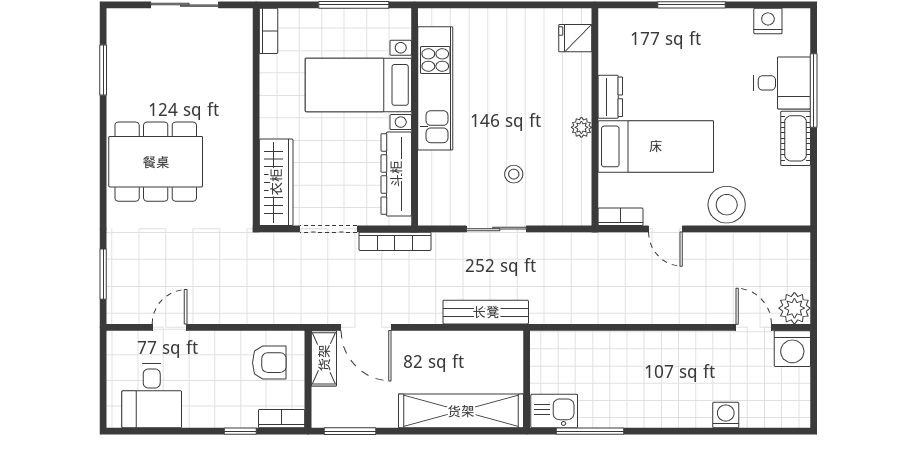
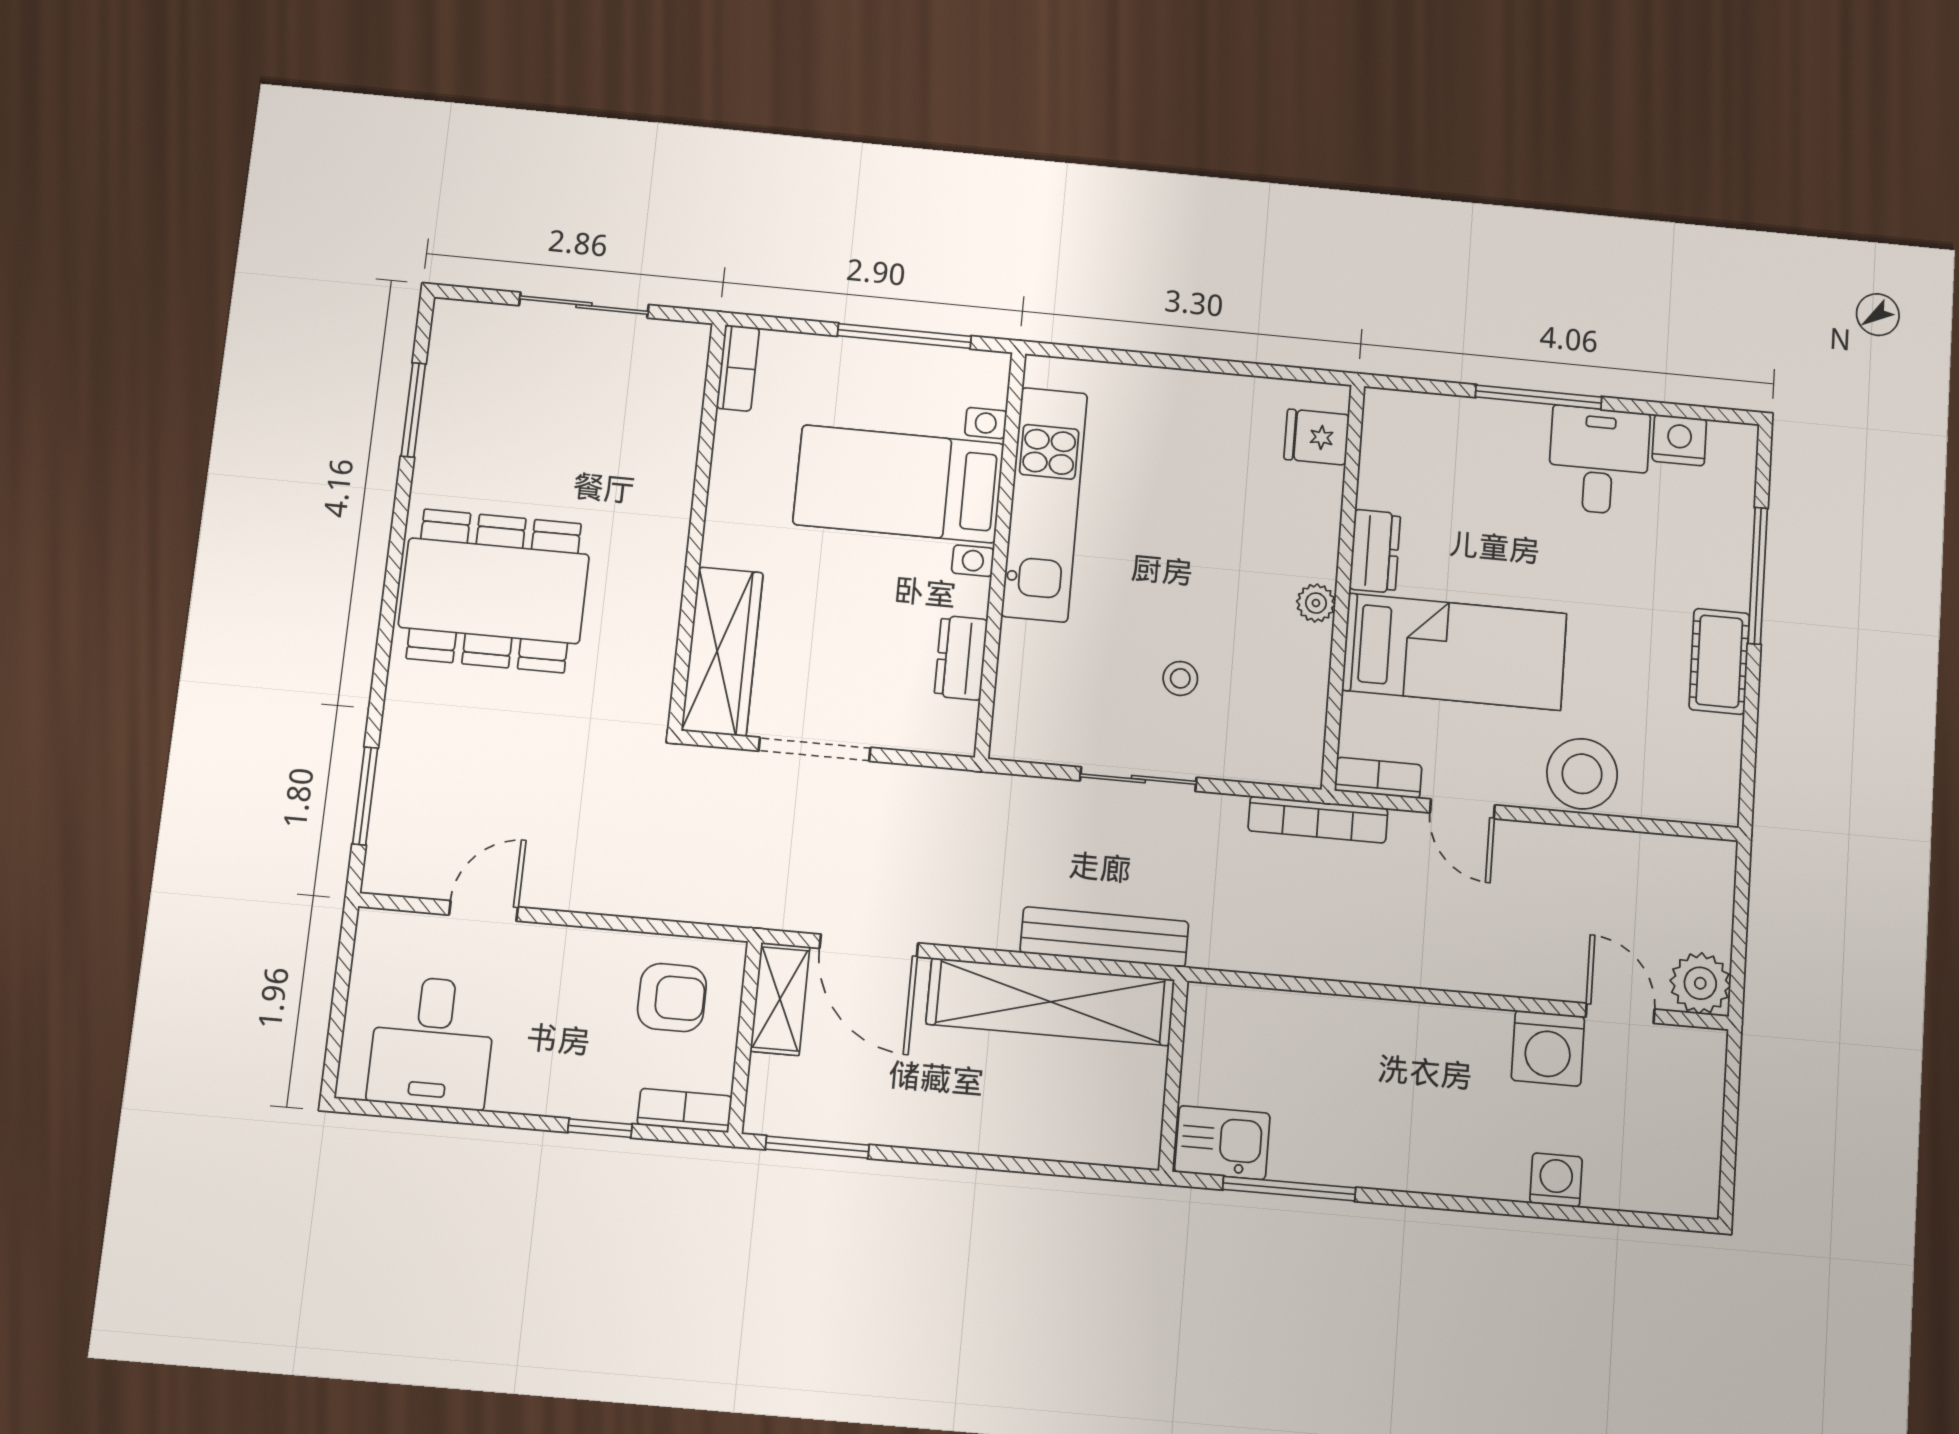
desk: (782, 83) -> (1599, 460), moved, turned -90
dresser: (396, 174) -> (961, 658), width x0.51, depth x0.80
bookcase: (395, 241) -> (1318, 820), moved
washing machine: (792, 349) -> (1548, 1048), moved
shelving: (461, 411) -> (1050, 1002), moved

